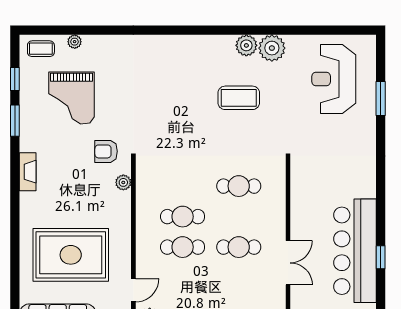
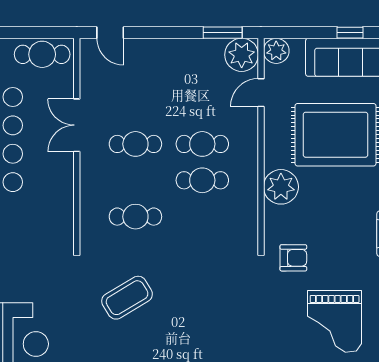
grand piano: (71, 98) -> (335, 321), turned 180
coffee table: (239, 98) -> (127, 298), moved, turned -31
plant: (123, 182) -> (281, 187), moved, width x1.88, depth x1.88

